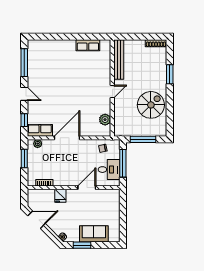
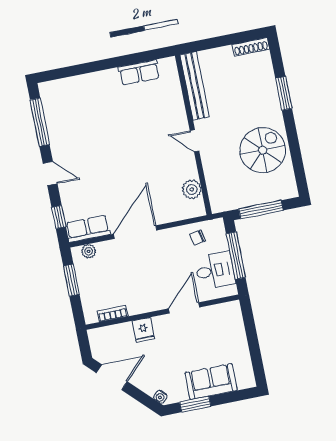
door: (112, 92) -> (195, 141), swing flipped

